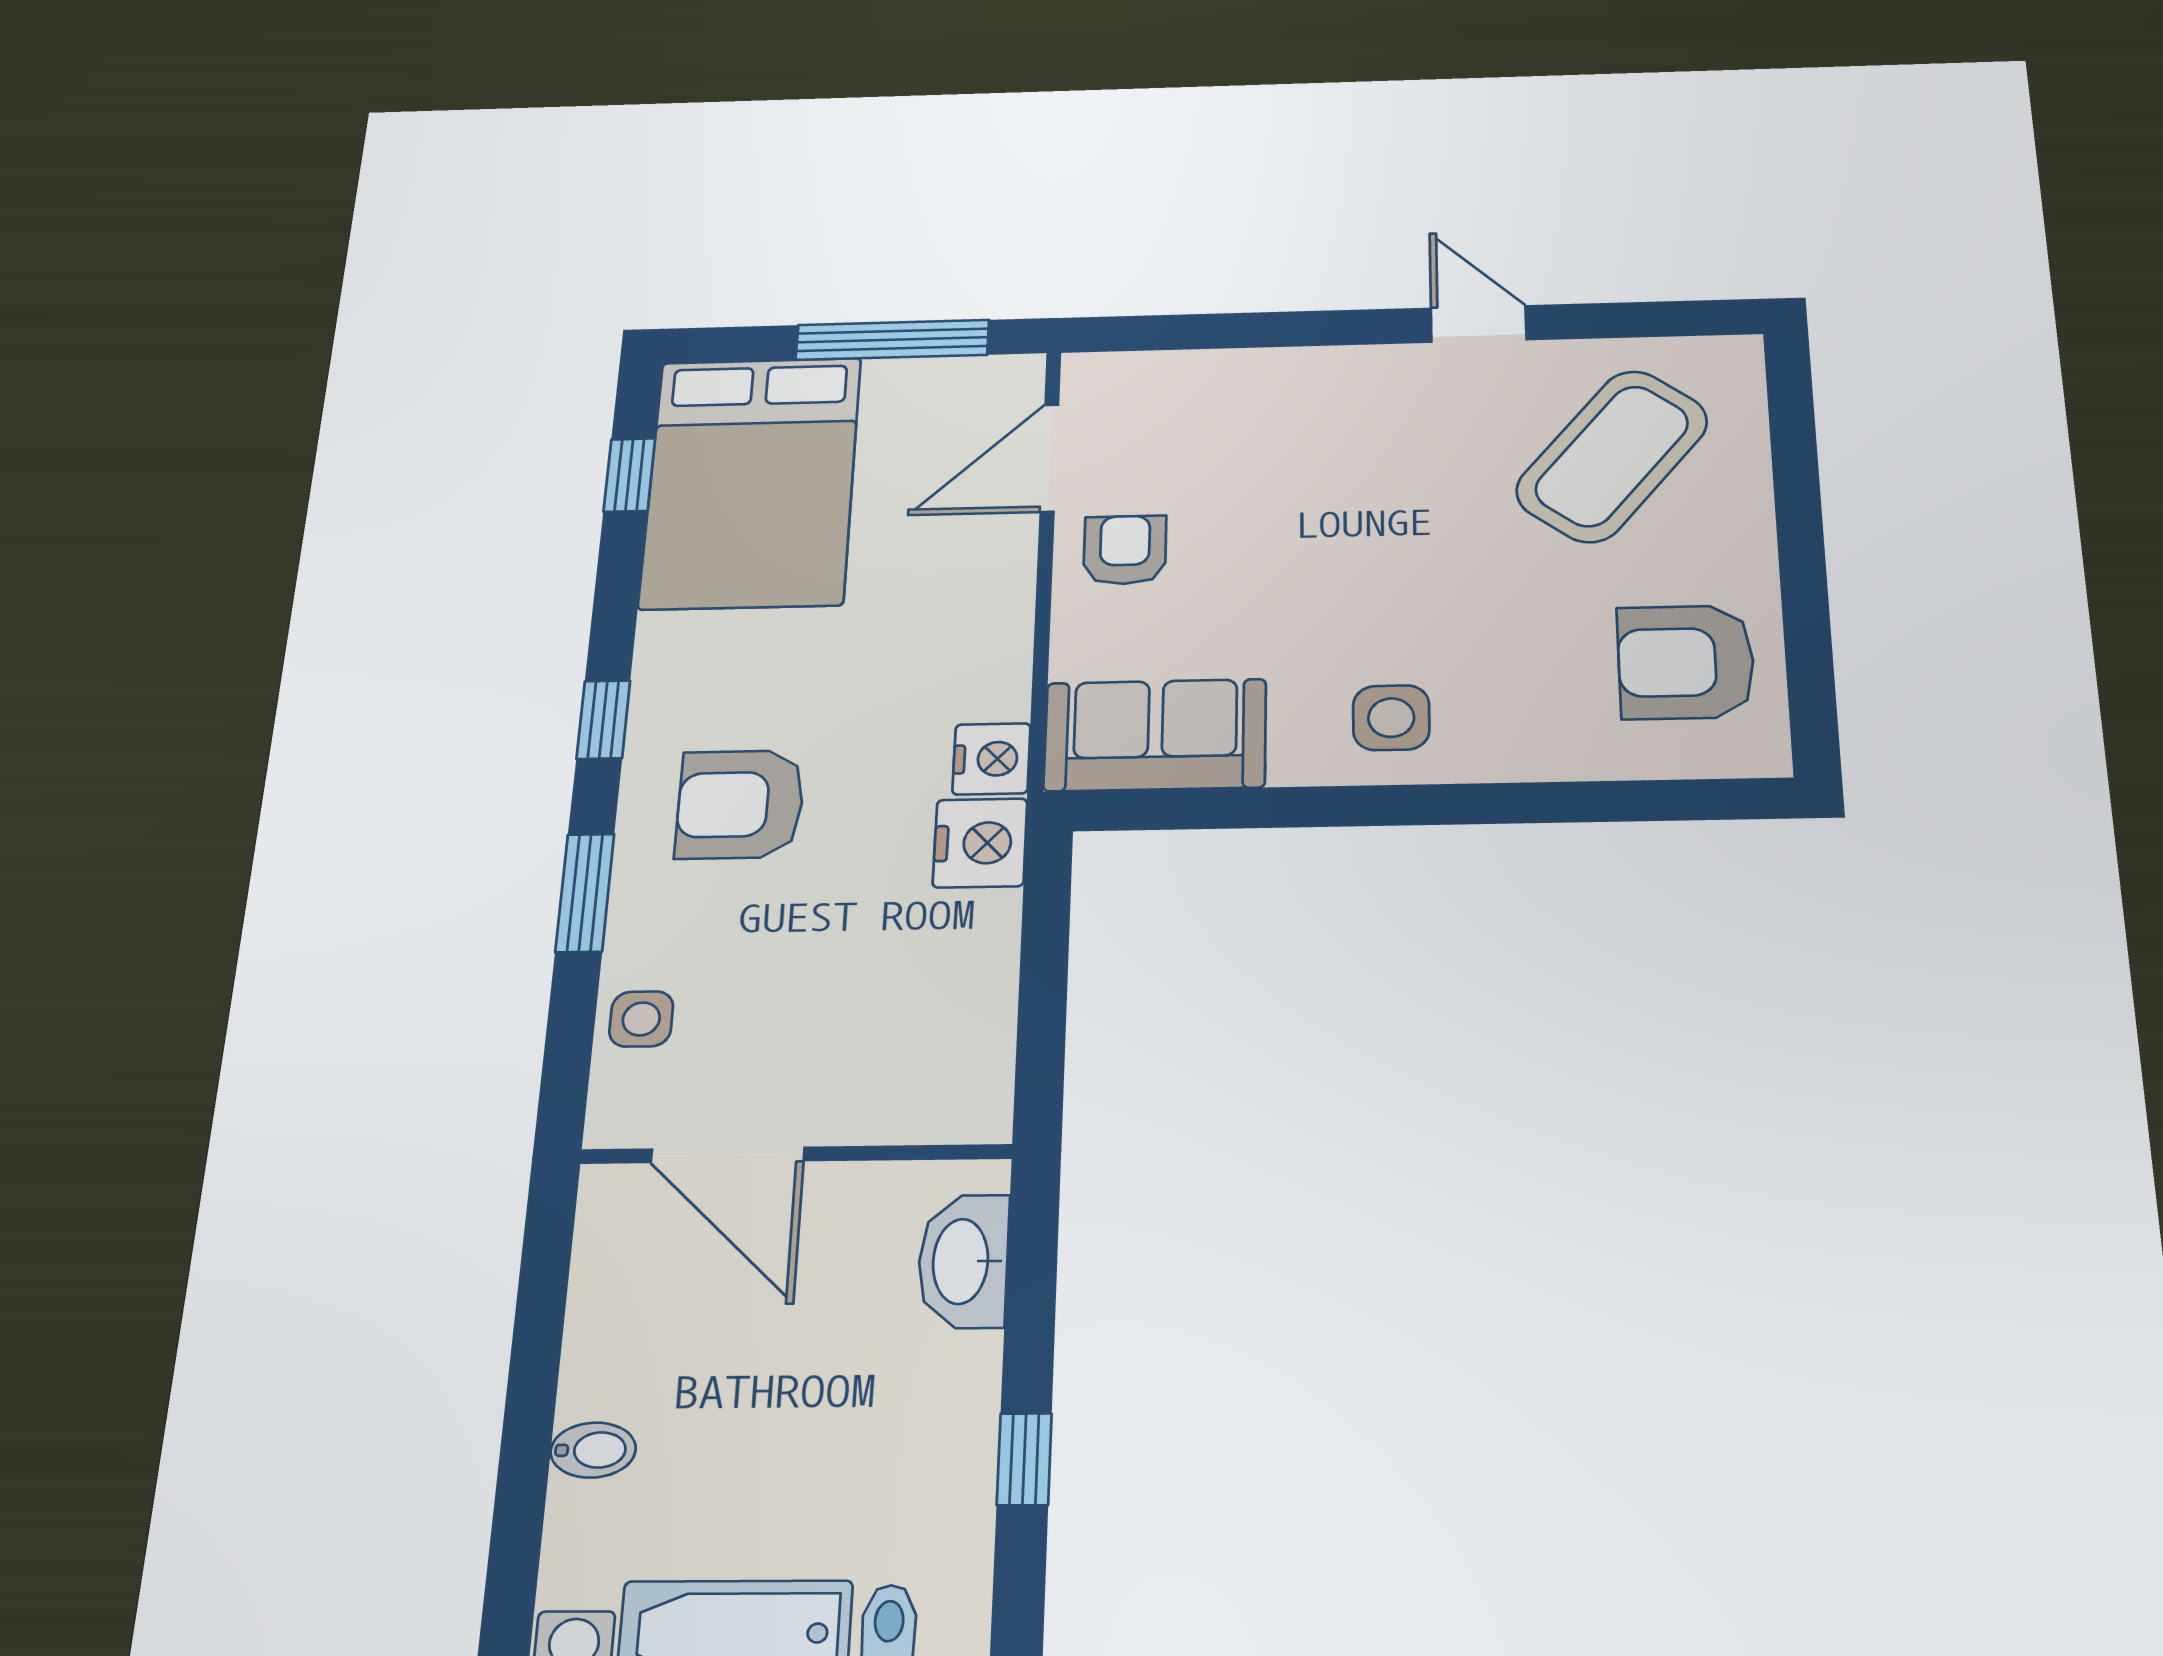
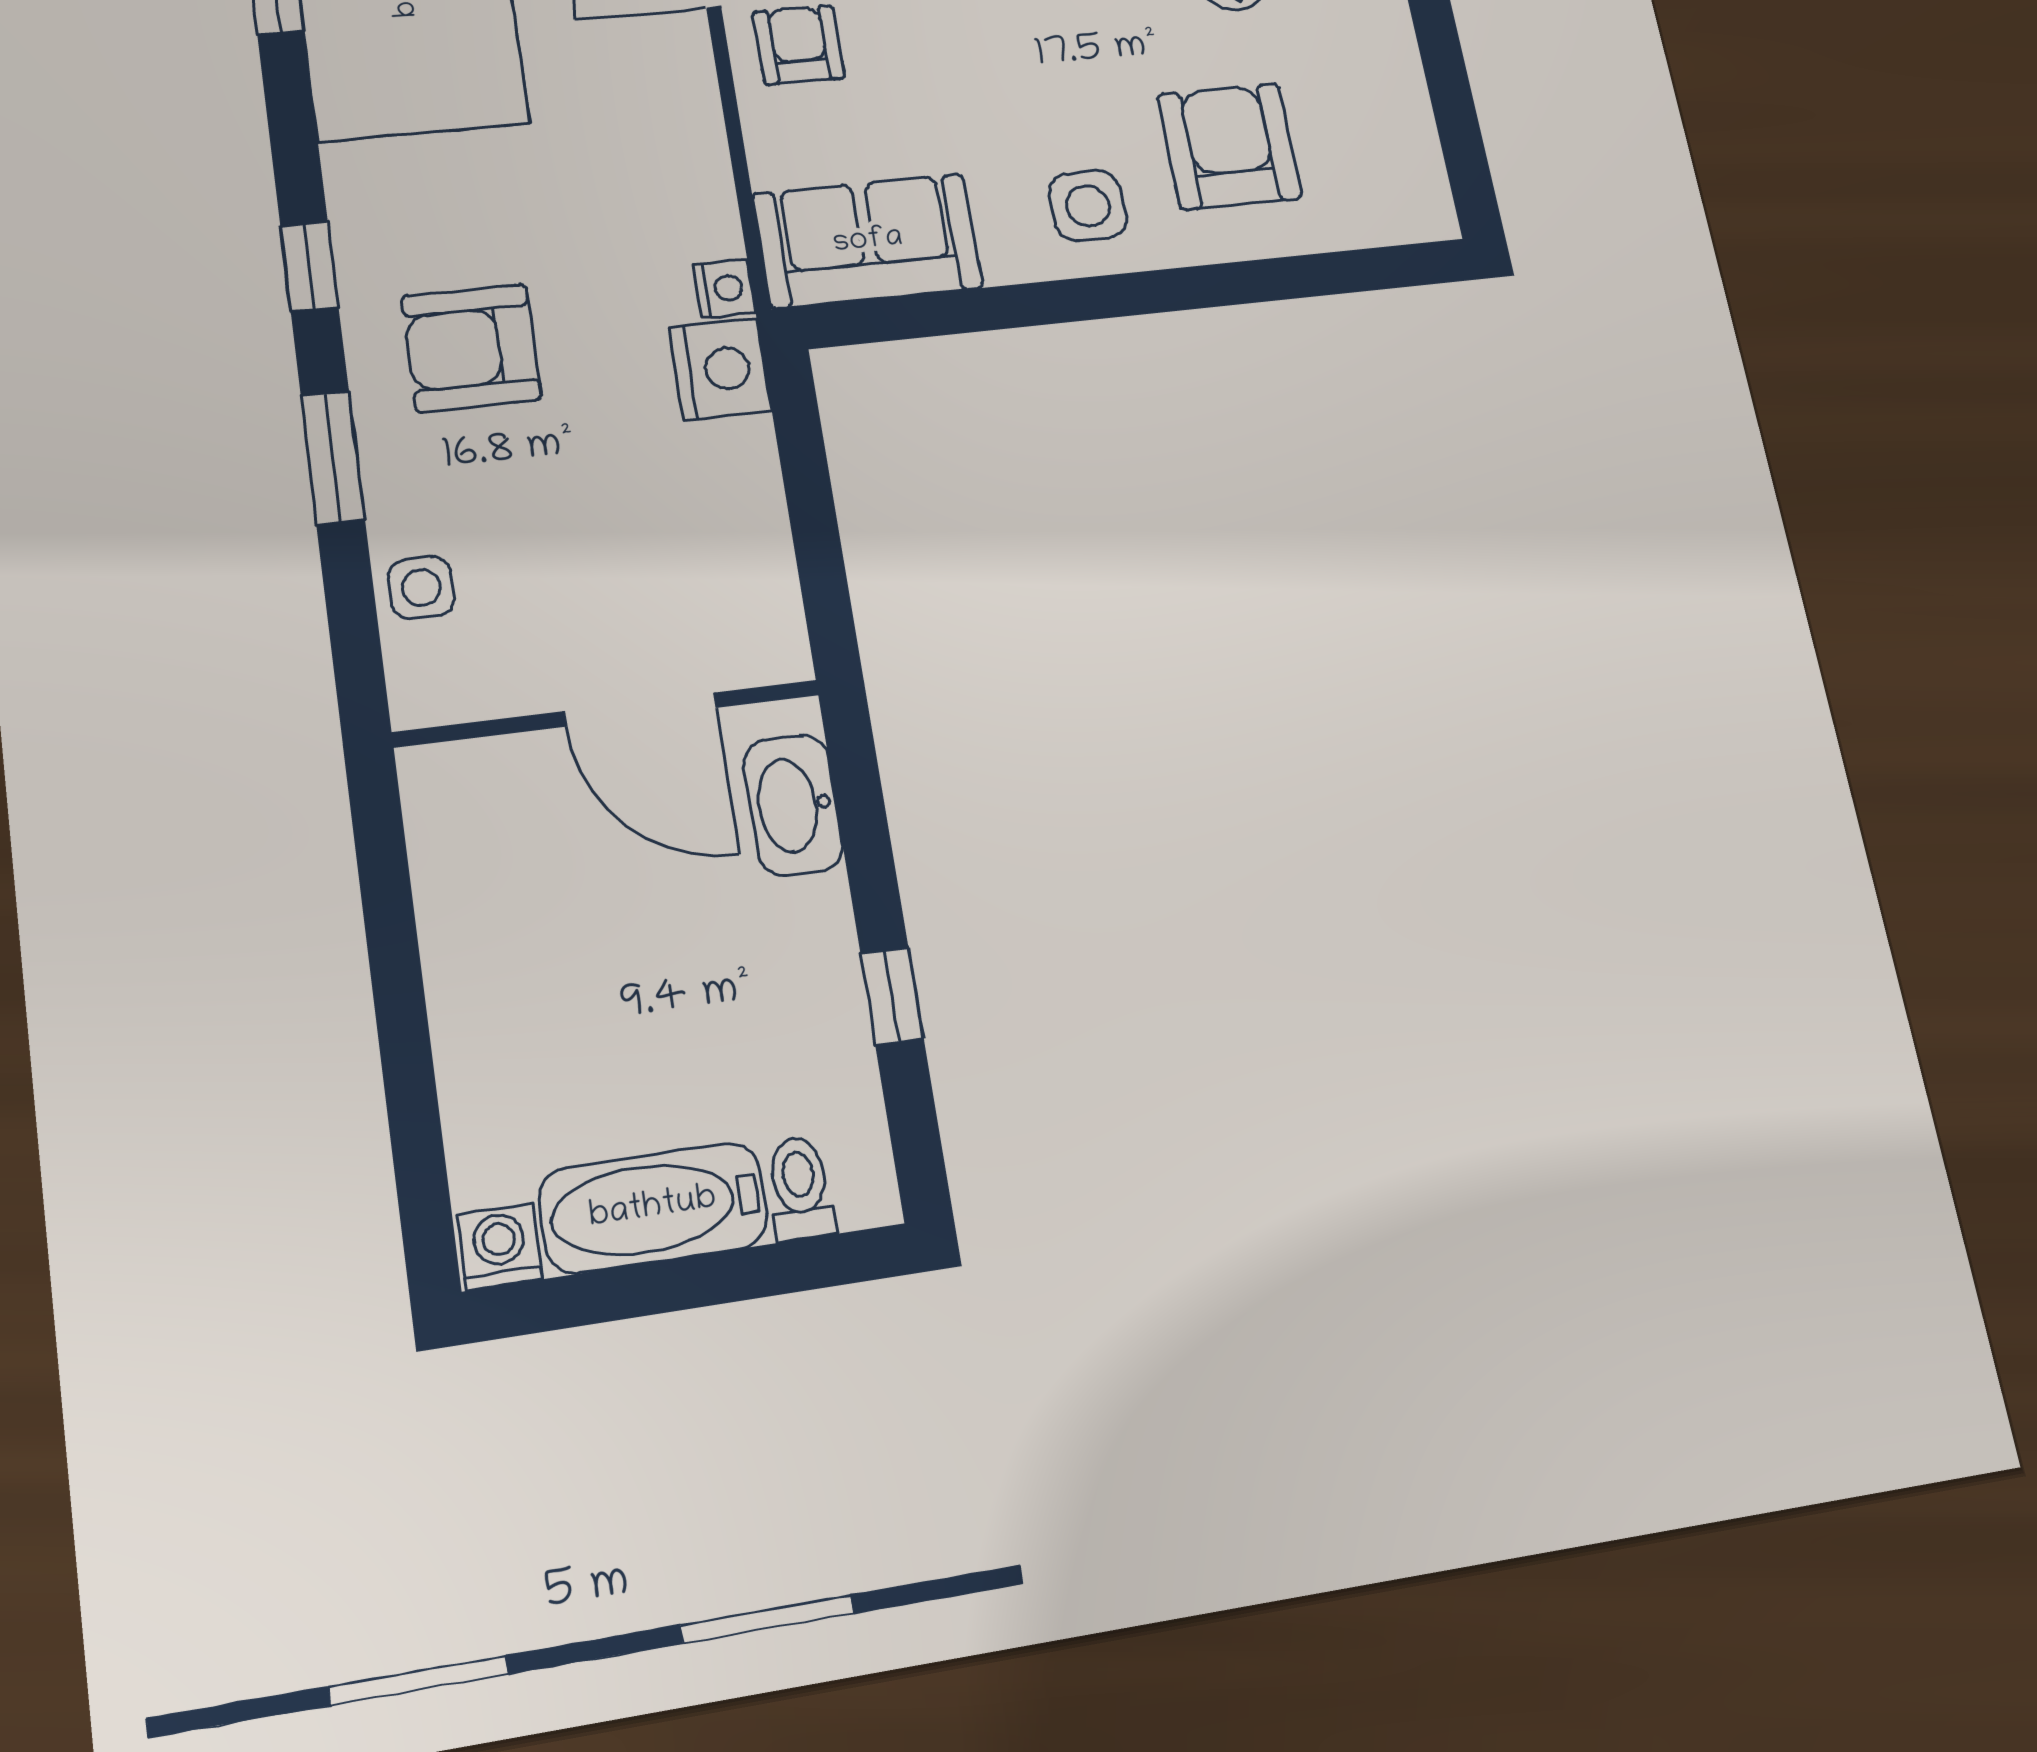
armchair: (1686, 662) -> (1230, 146), moved, turned 90
nightstand: (991, 759) -> (724, 288), width x0.72, depth x0.74
door: (728, 1155) -> (640, 709), moved
bidet: (593, 1450) -> (474, 1043), removed

